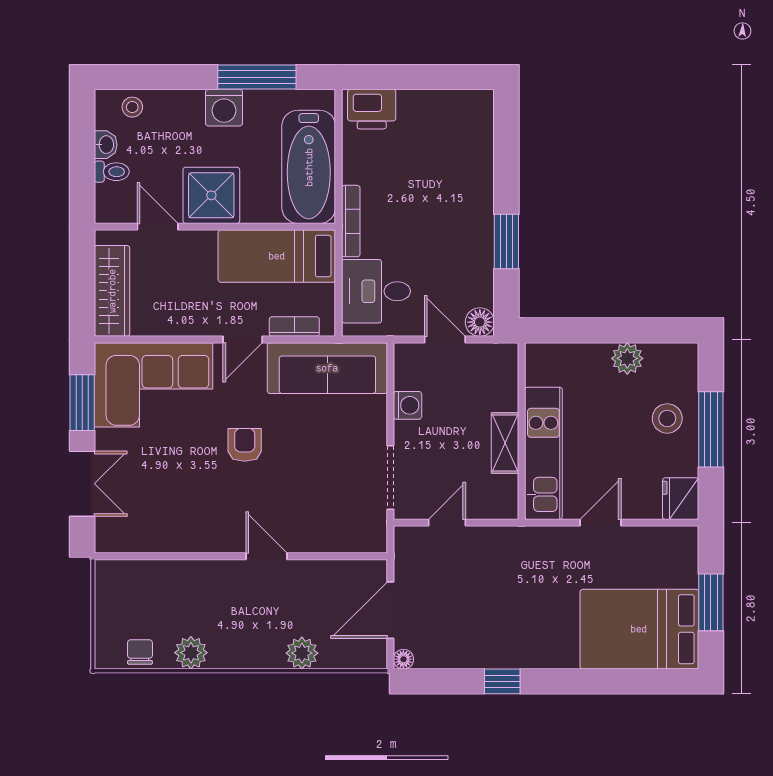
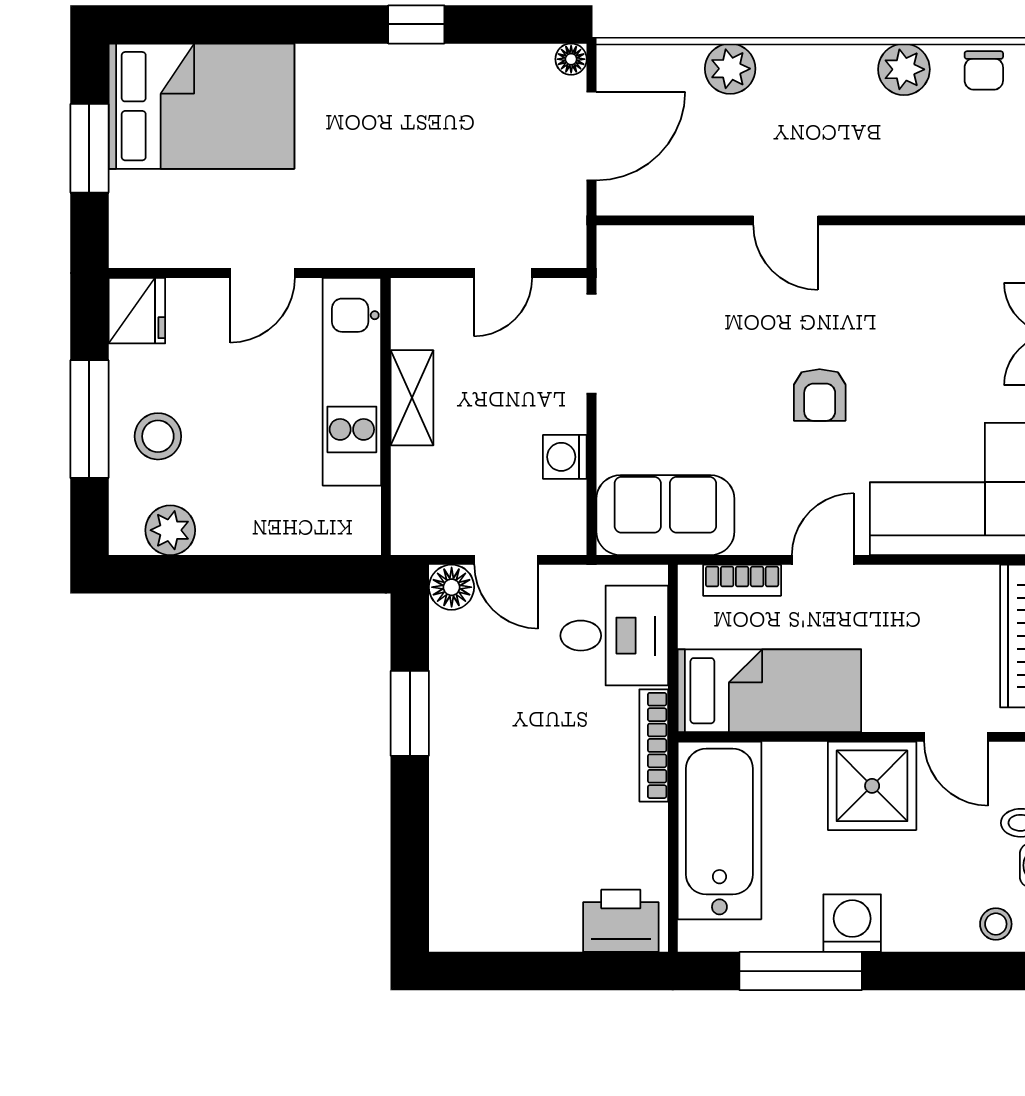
plant: (627, 358) -> (170, 530), moved
sofa: (327, 368) -> (665, 515), width x0.73

